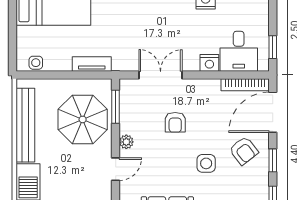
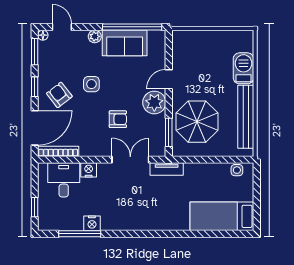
window: (273, 47) -> (35, 207), moved
tv unit: (92, 64) -> (167, 169), moved
double door: (161, 75) -> (130, 160), swing flipped
armchair: (175, 122) -> (118, 119), turned 90
plant: (126, 142) -> (154, 103), width x1.87, depth x1.87

